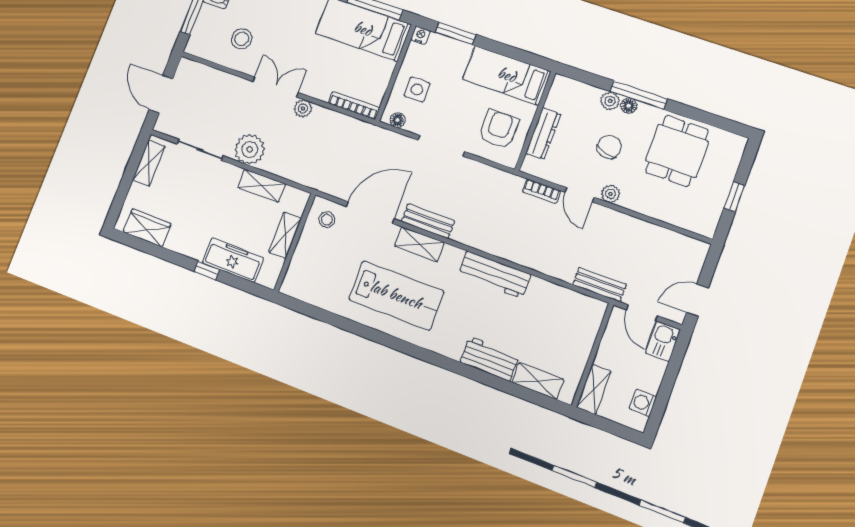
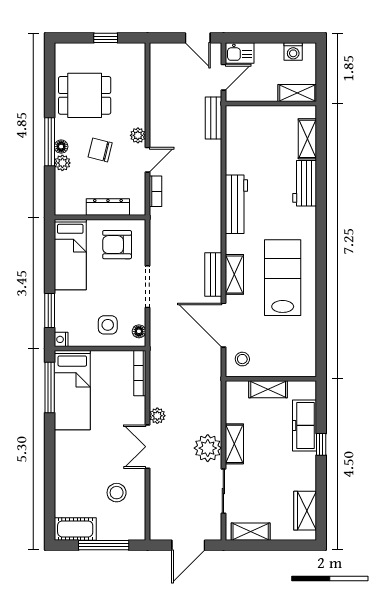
shelving: (262, 186) -> (234, 444), moved

